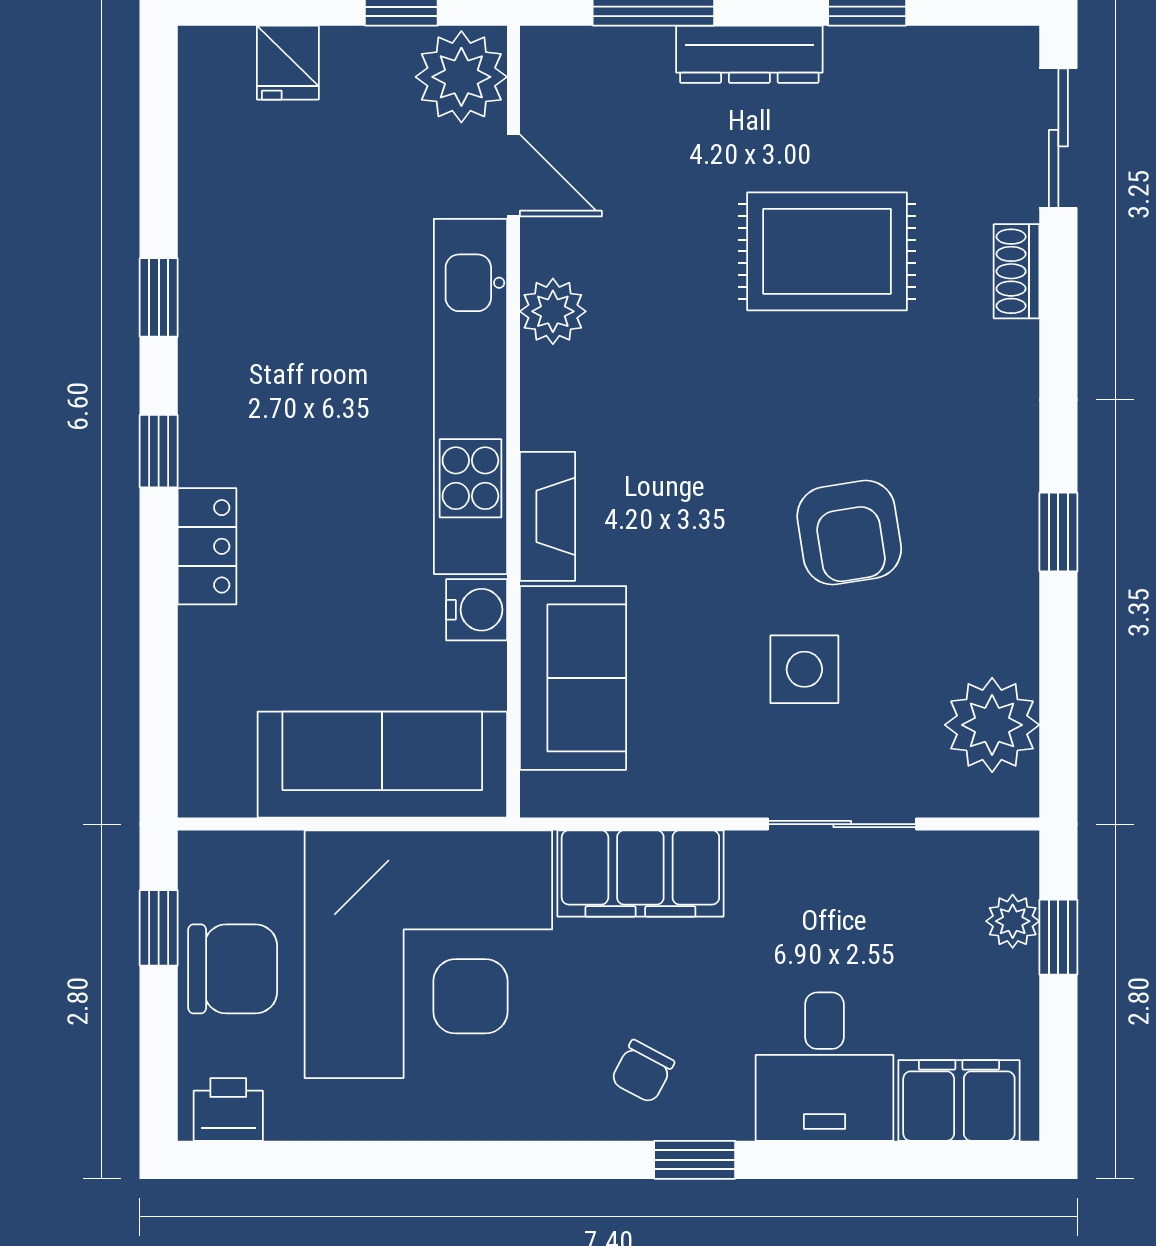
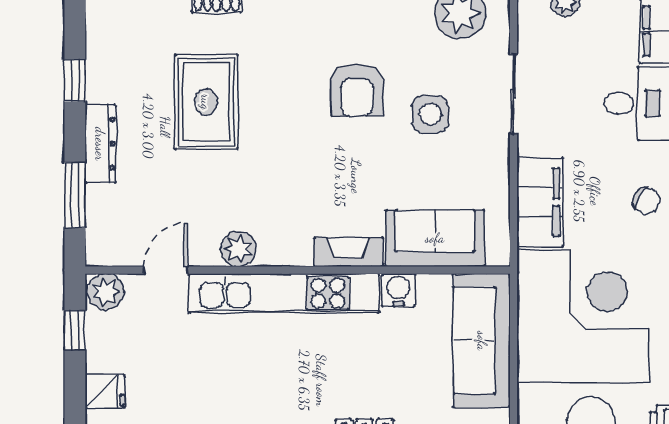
plant: (461, 77) -> (106, 292), width x0.73, depth x0.73
armchair: (849, 533) -> (357, 90), turned 99

